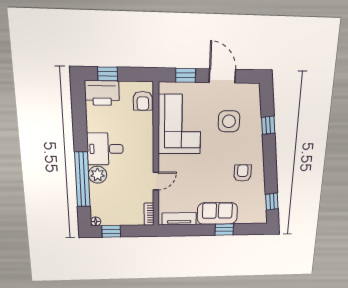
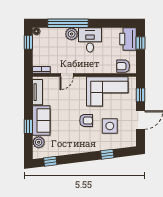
armchair: (243, 173) -> (86, 121), moved
door: (156, 181) -> (67, 75), hinge flipped
plant: (246, 216) -> (39, 142), added

